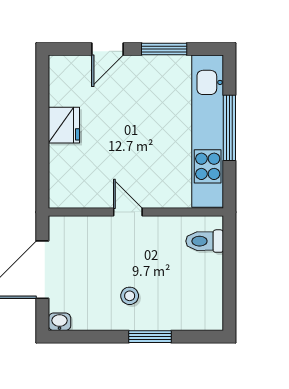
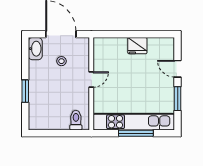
stool: (130, 296) -> (61, 61), moved
washbasin: (60, 322) -> (35, 49), width x1.91, depth x1.45

